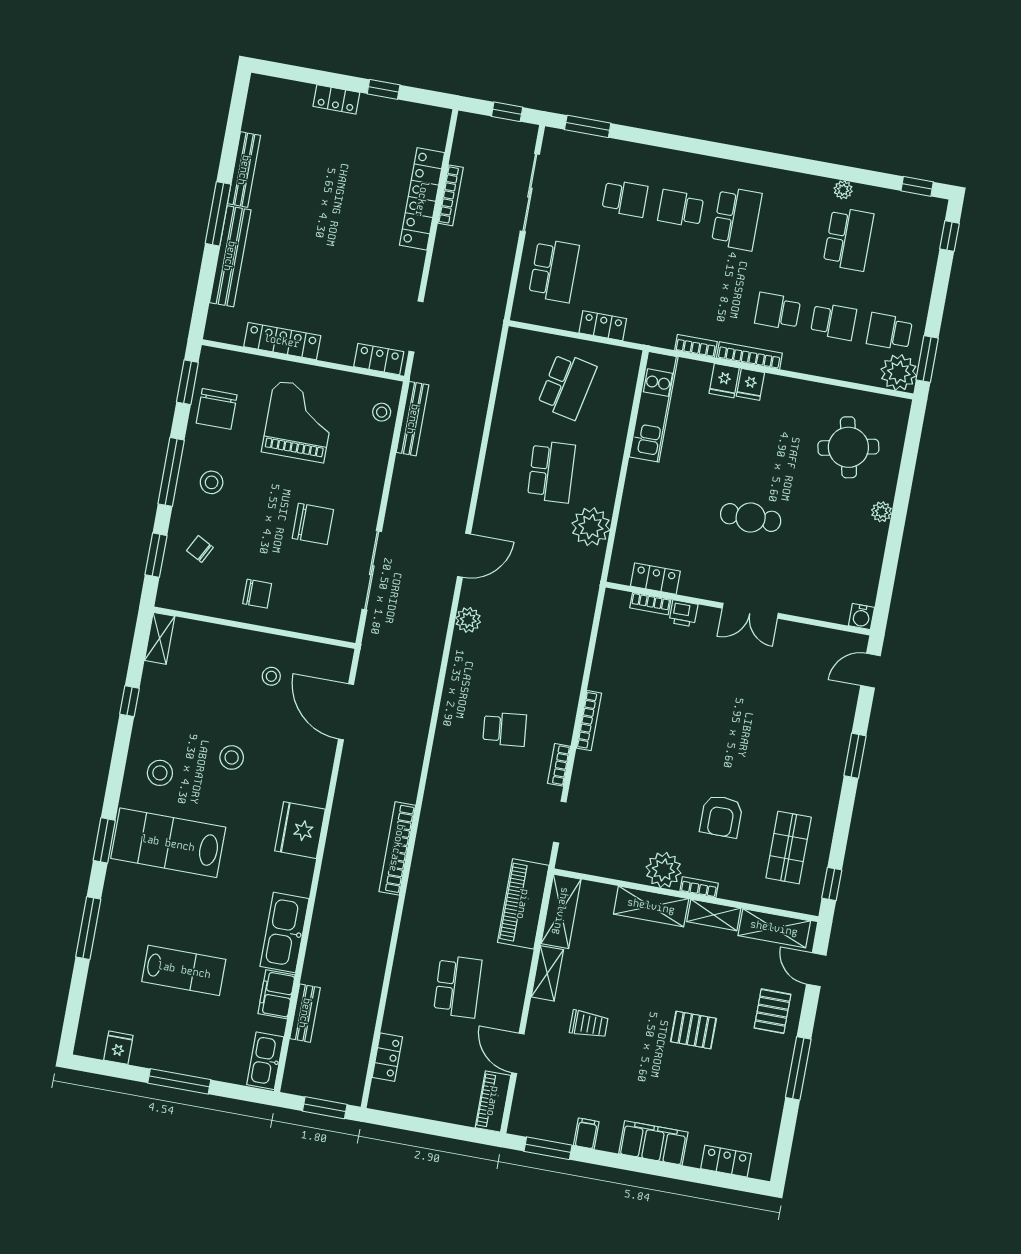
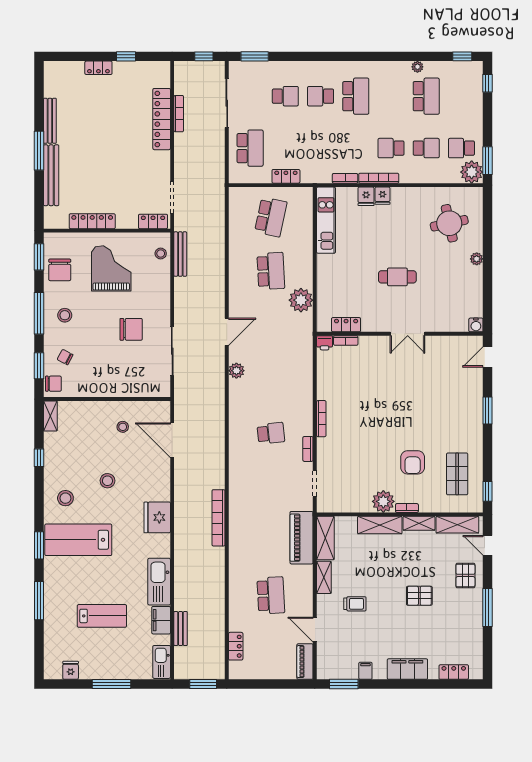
chair: (257, 594) -> (53, 384), moved
printer: (683, 613) -> (325, 343), moved

